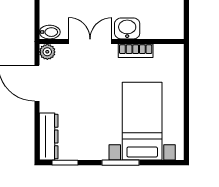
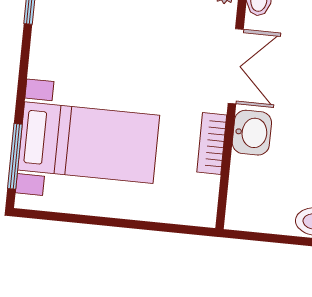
window: (120, 163) -> (15, 156), moved

